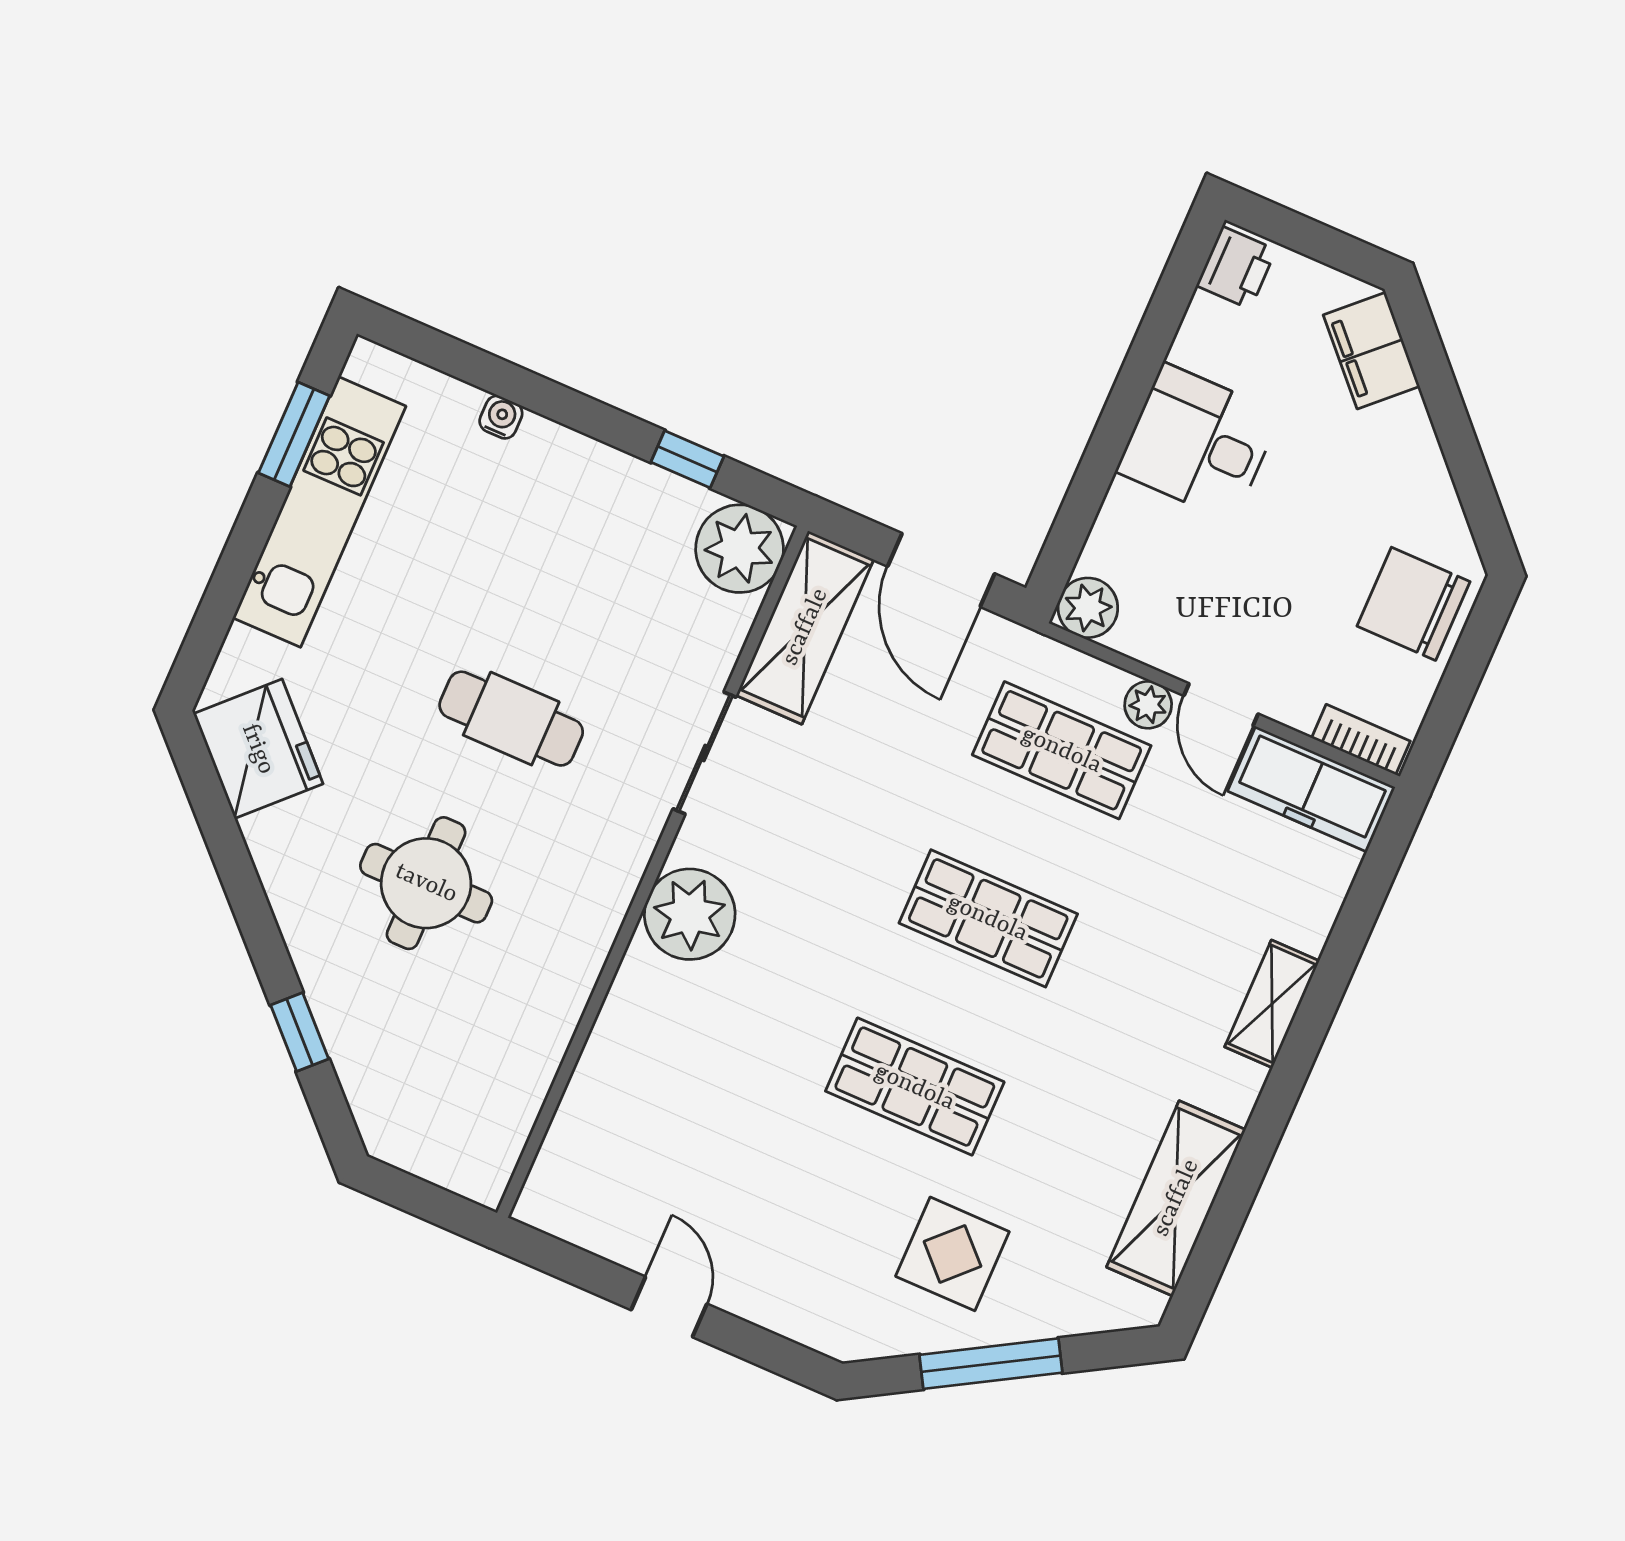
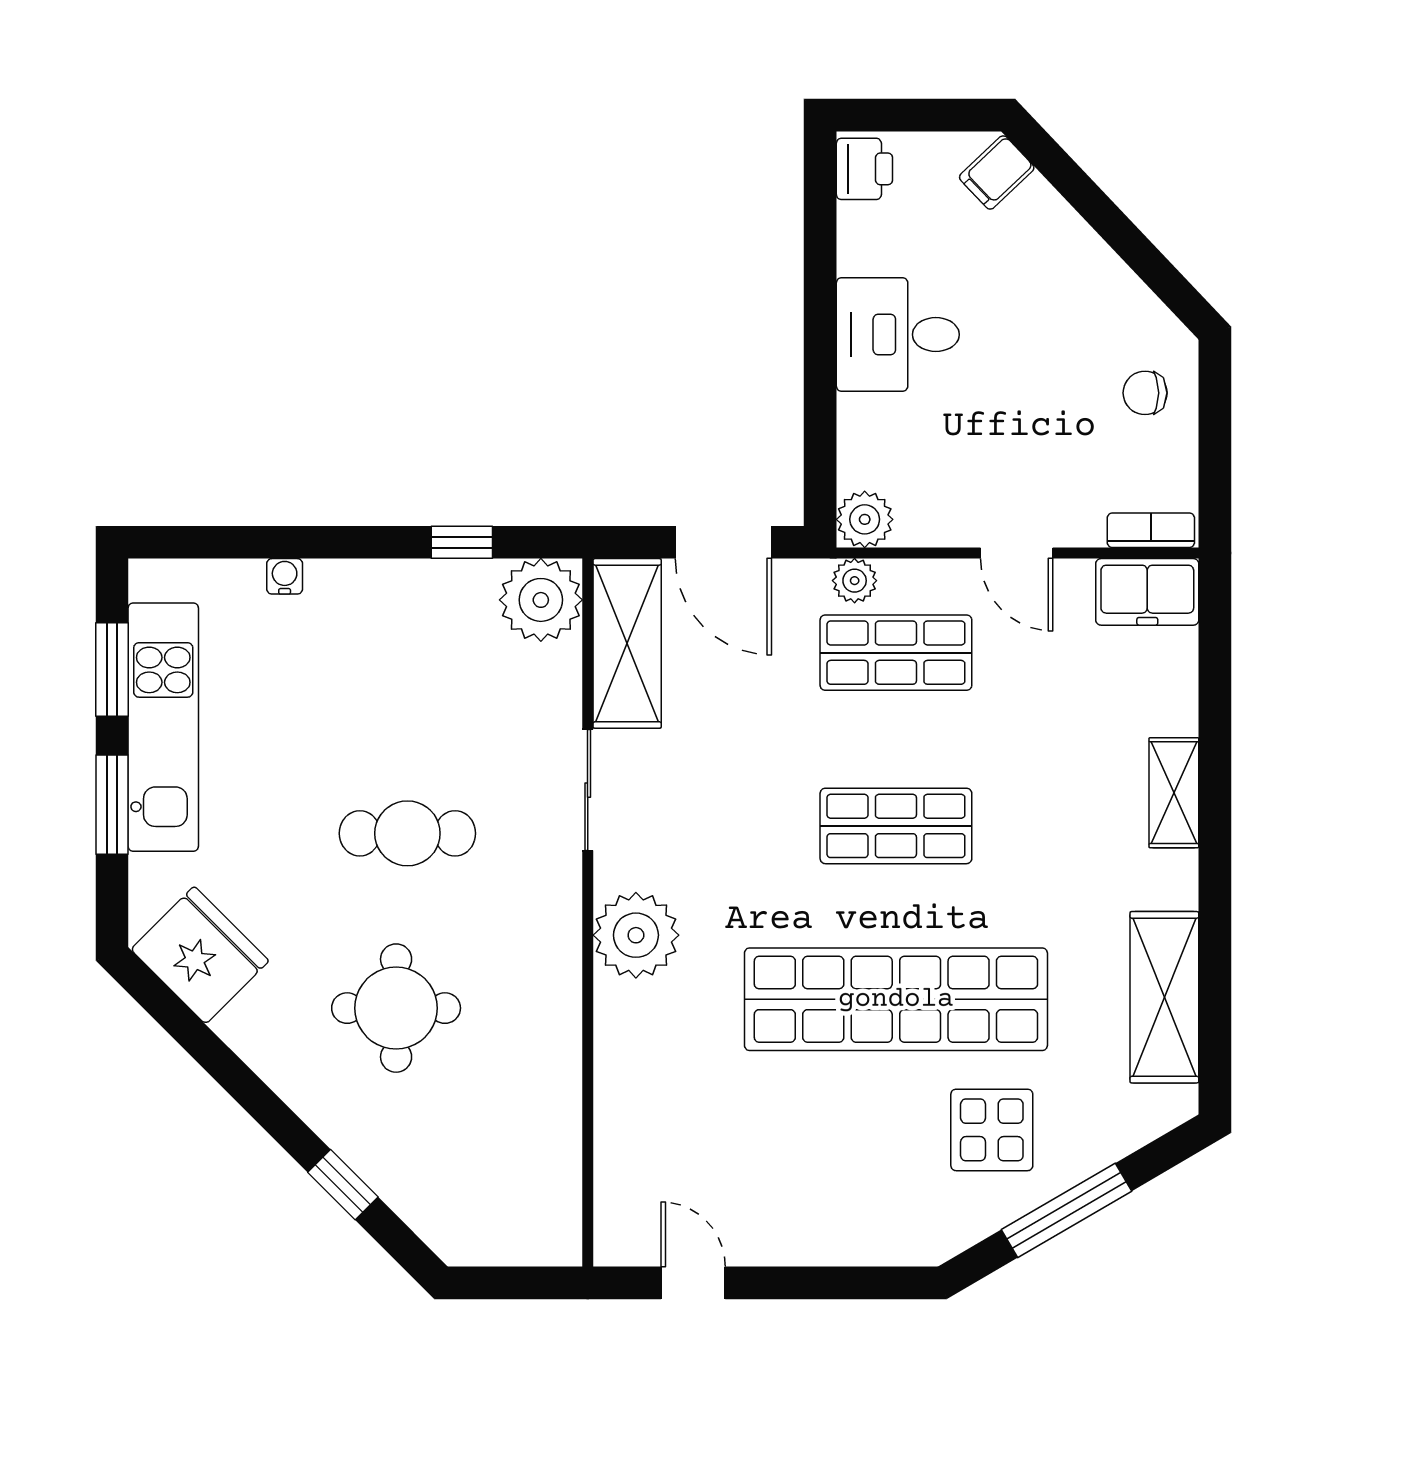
filing cabinet: (1372, 351) -> (997, 172), width x0.50
window: (237, 565) -> (112, 805), added
chair: (1413, 604) -> (1145, 393), width x0.54, depth x0.54
plant: (1148, 705) -> (855, 581), moved
freezer: (1311, 789) -> (1147, 592), width x0.71
shop shelf: (915, 1087) -> (896, 999), width x2.00, depth x1.36
door: (669, 1307) -> (693, 1283), moved

